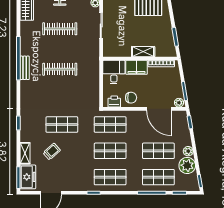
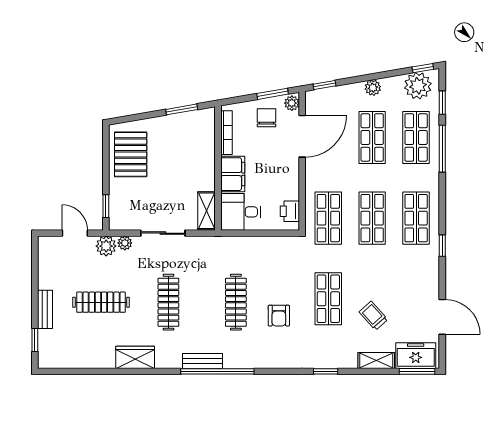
shelving: (143, 52) -> (207, 211), moved
bench: (25, 68) -> (202, 361), moved
armchair: (52, 95) -> (279, 316), added
chair: (131, 98) -> (266, 118), moved
plant: (187, 165) -> (418, 86), moved

